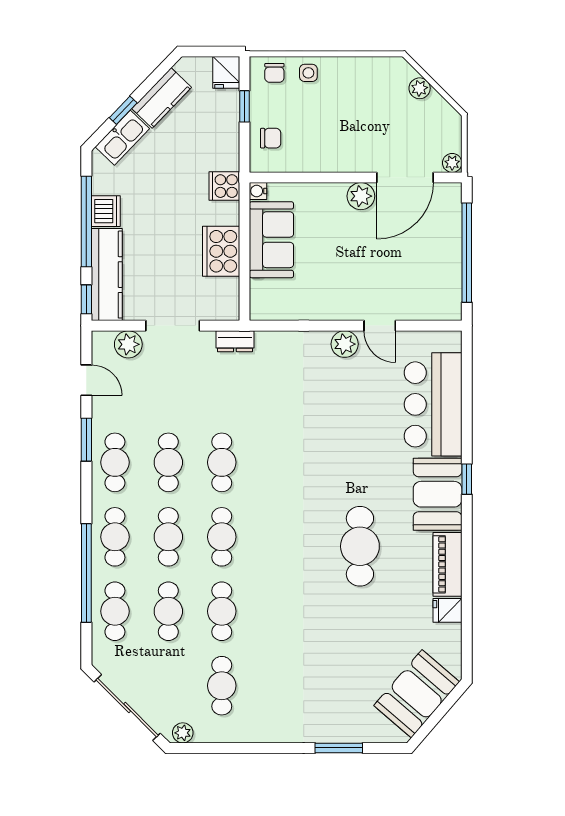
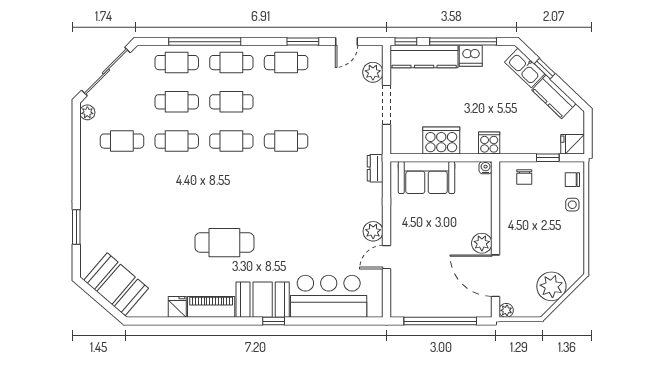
plant: (420, 88) -> (551, 286), width x1.88, depth x1.88
sofa: (271, 240) -> (426, 178), moved
dresser: (235, 341) -> (375, 168), moved
cafe table: (168, 462) -> (286, 102), removed

